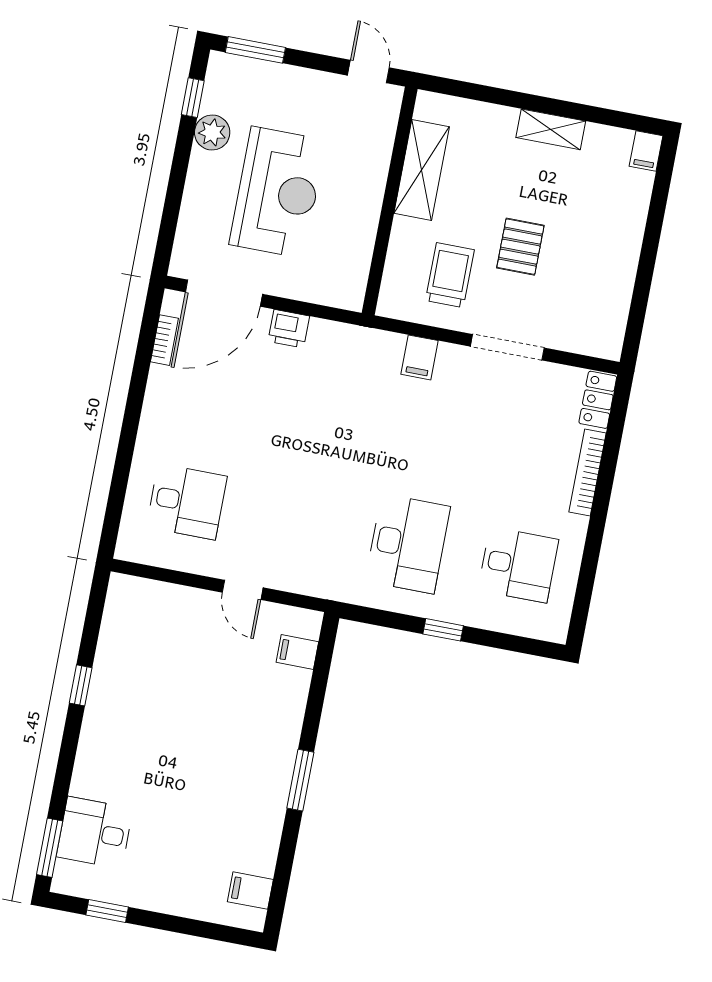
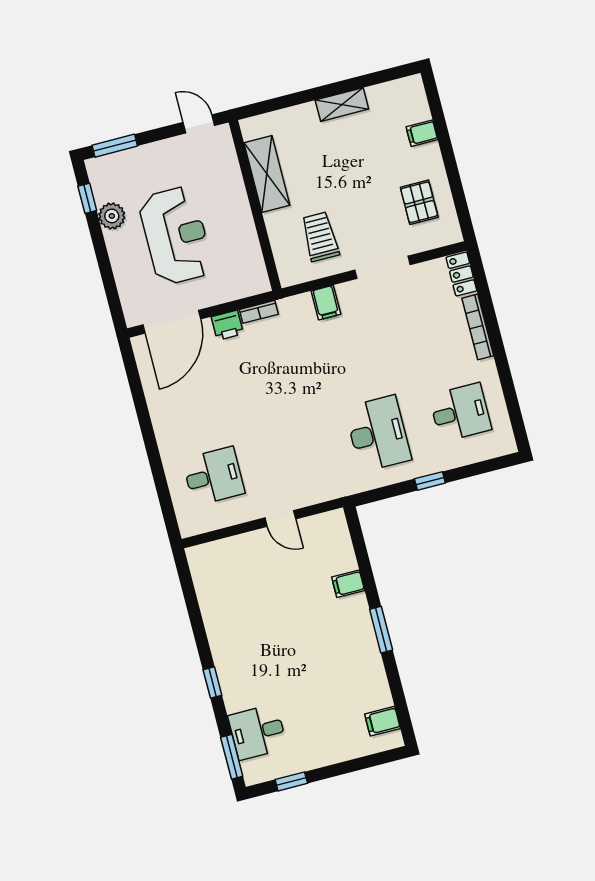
filing cabinet: (646, 151) -> (422, 133), moved, turned 90
pallet: (520, 247) -> (419, 202), moved
bookcase: (164, 340) -> (259, 312), moved, turned 90
filing cabinet: (297, 652) -> (348, 584), moved
window: (81, 685) -> (212, 682), moved

